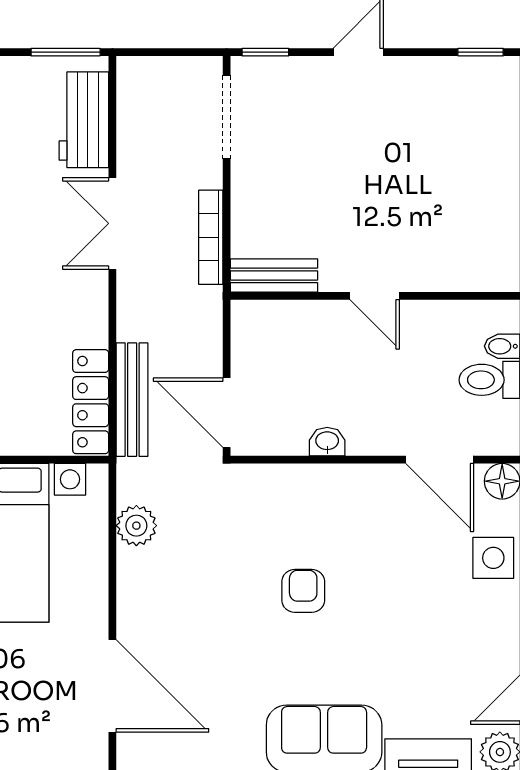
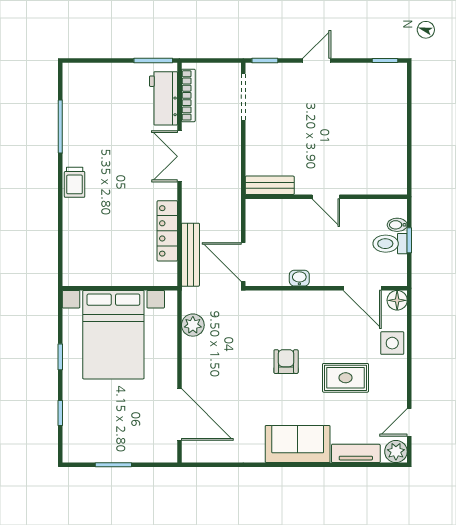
bookcase: (211, 237) -> (188, 95), moved, turned 180
locker: (91, 402) -> (167, 231), moved
rug: (410, 620) -> (346, 378), added

